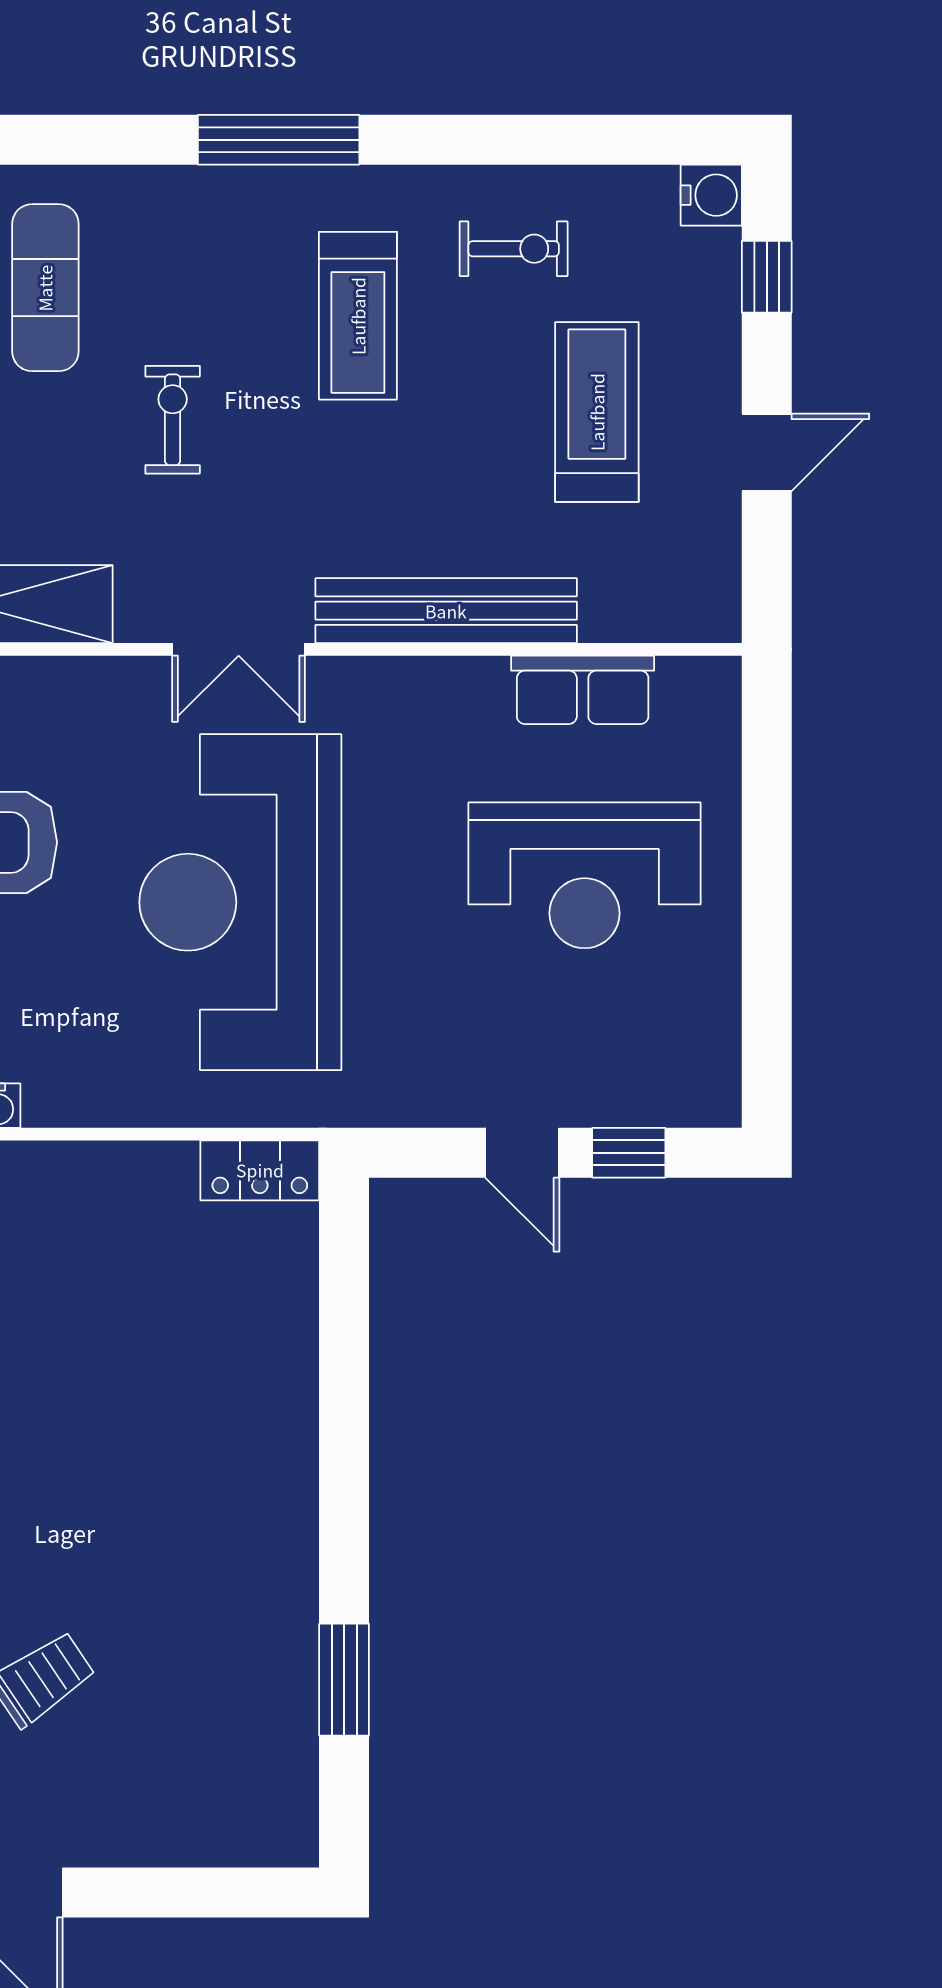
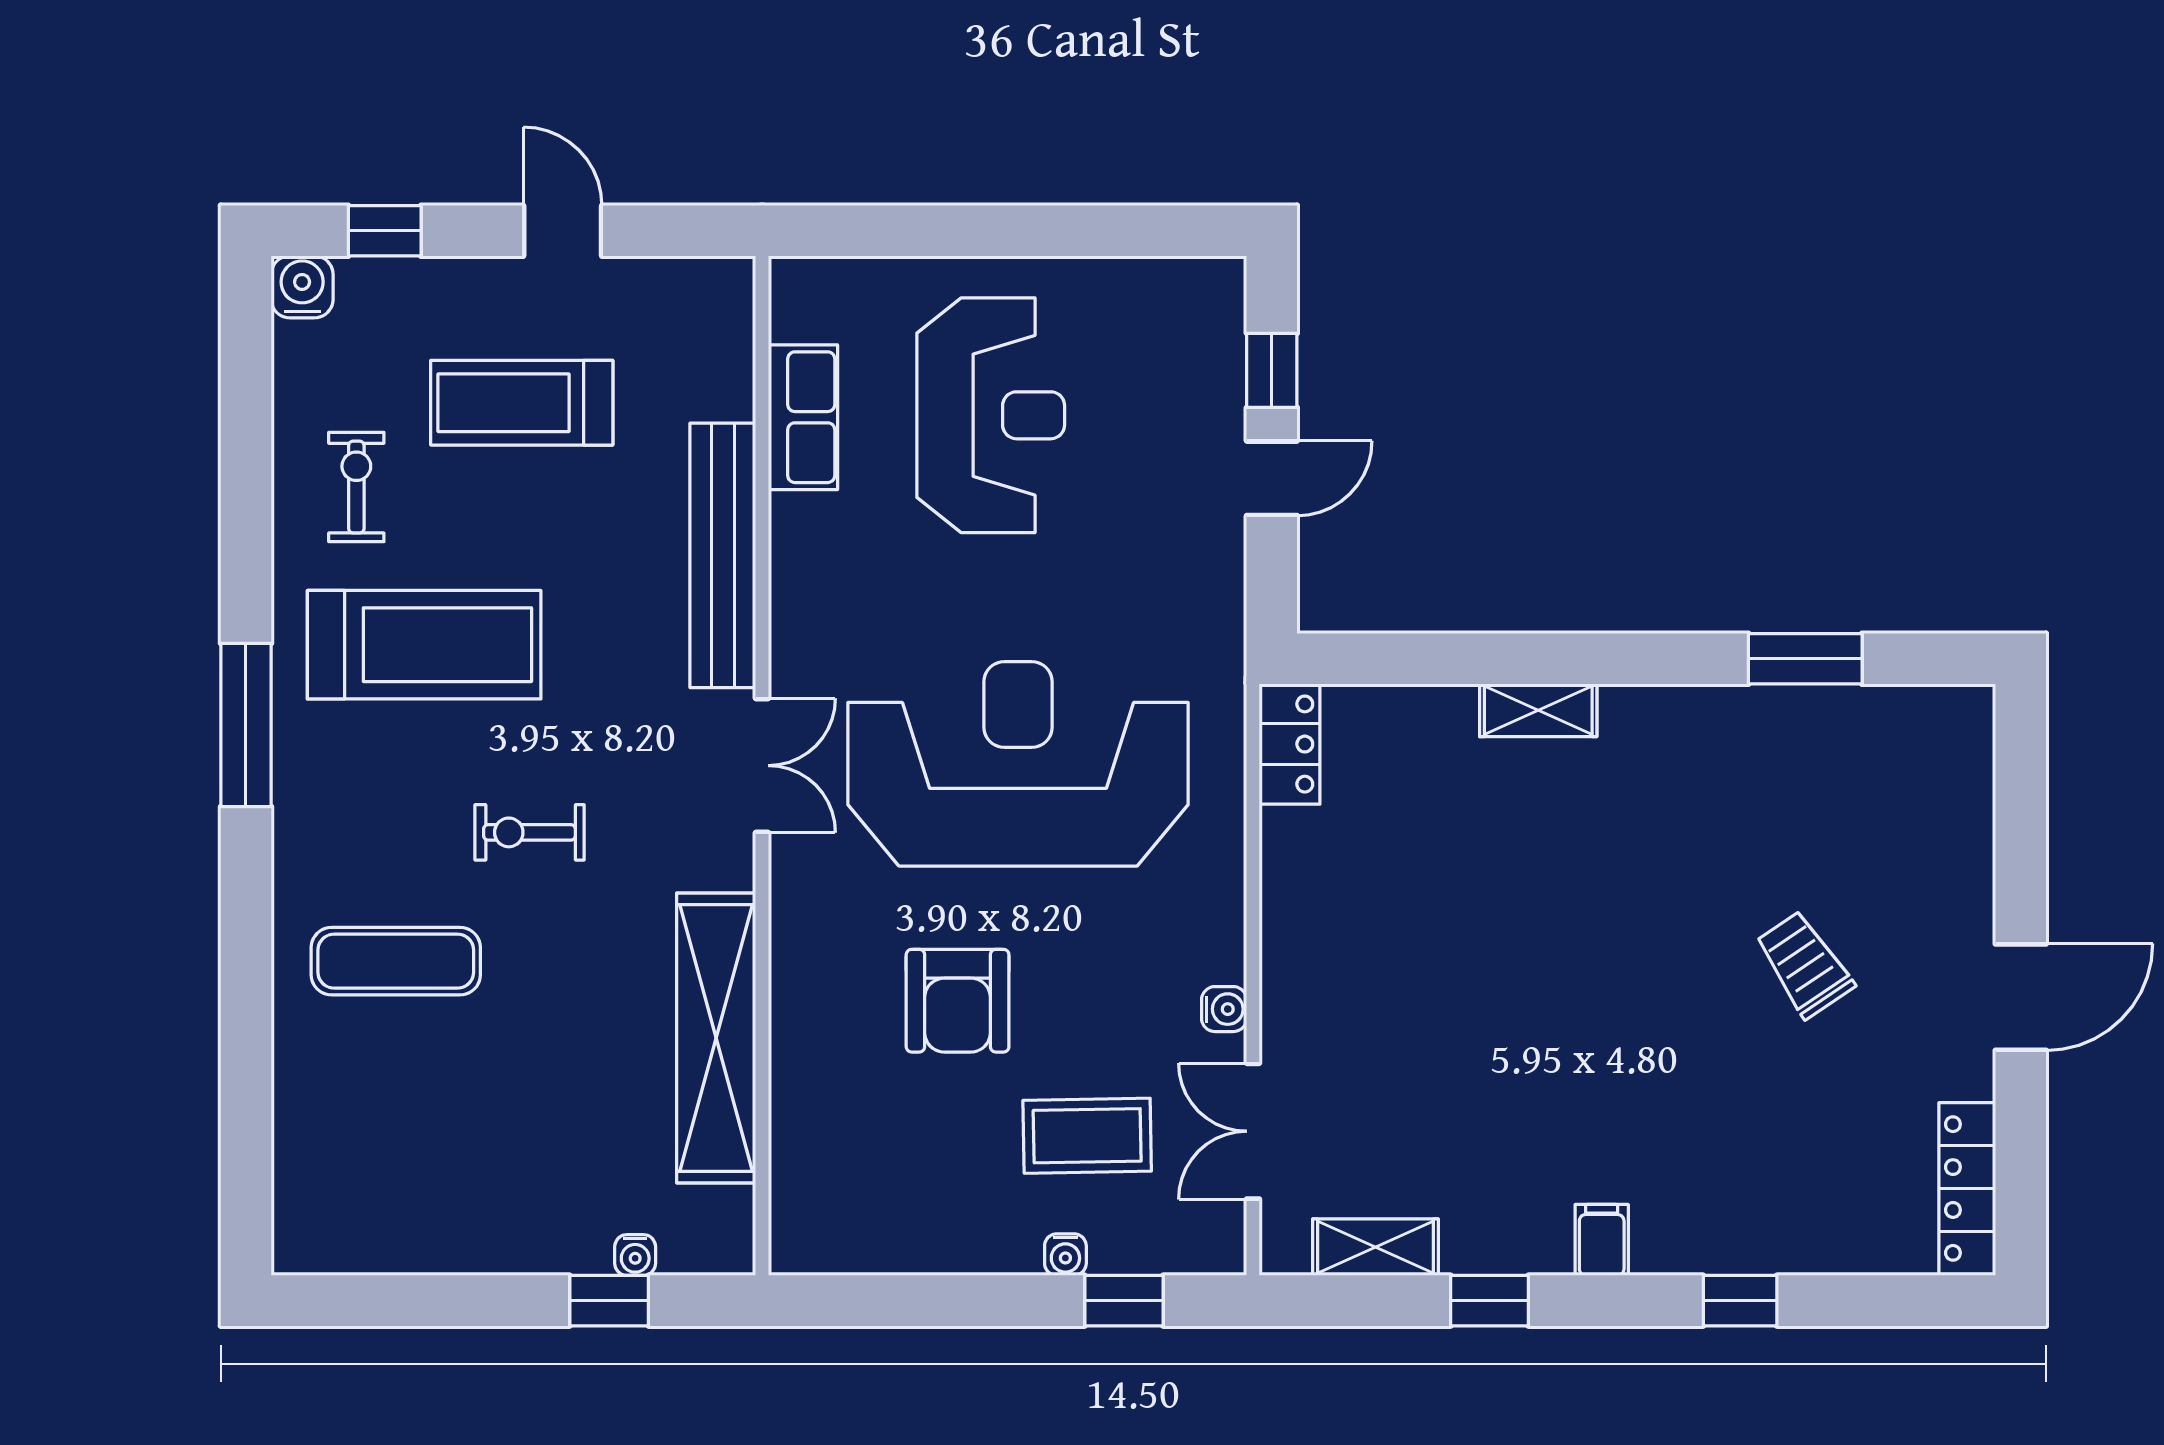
treadmill: (358, 316) -> (424, 645), width x1.37, depth x1.38
reception desk: (240, 902) -> (1018, 764), turned 180
shelving: (293, 1416) -> (1538, 710), added

